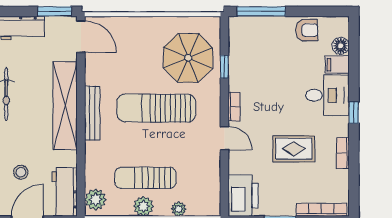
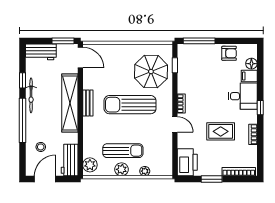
window: (224, 67) -> (175, 65), moved
bench: (92, 113) -> (88, 103), width x0.73
sun lounger: (146, 178) -> (123, 151), turned 180

